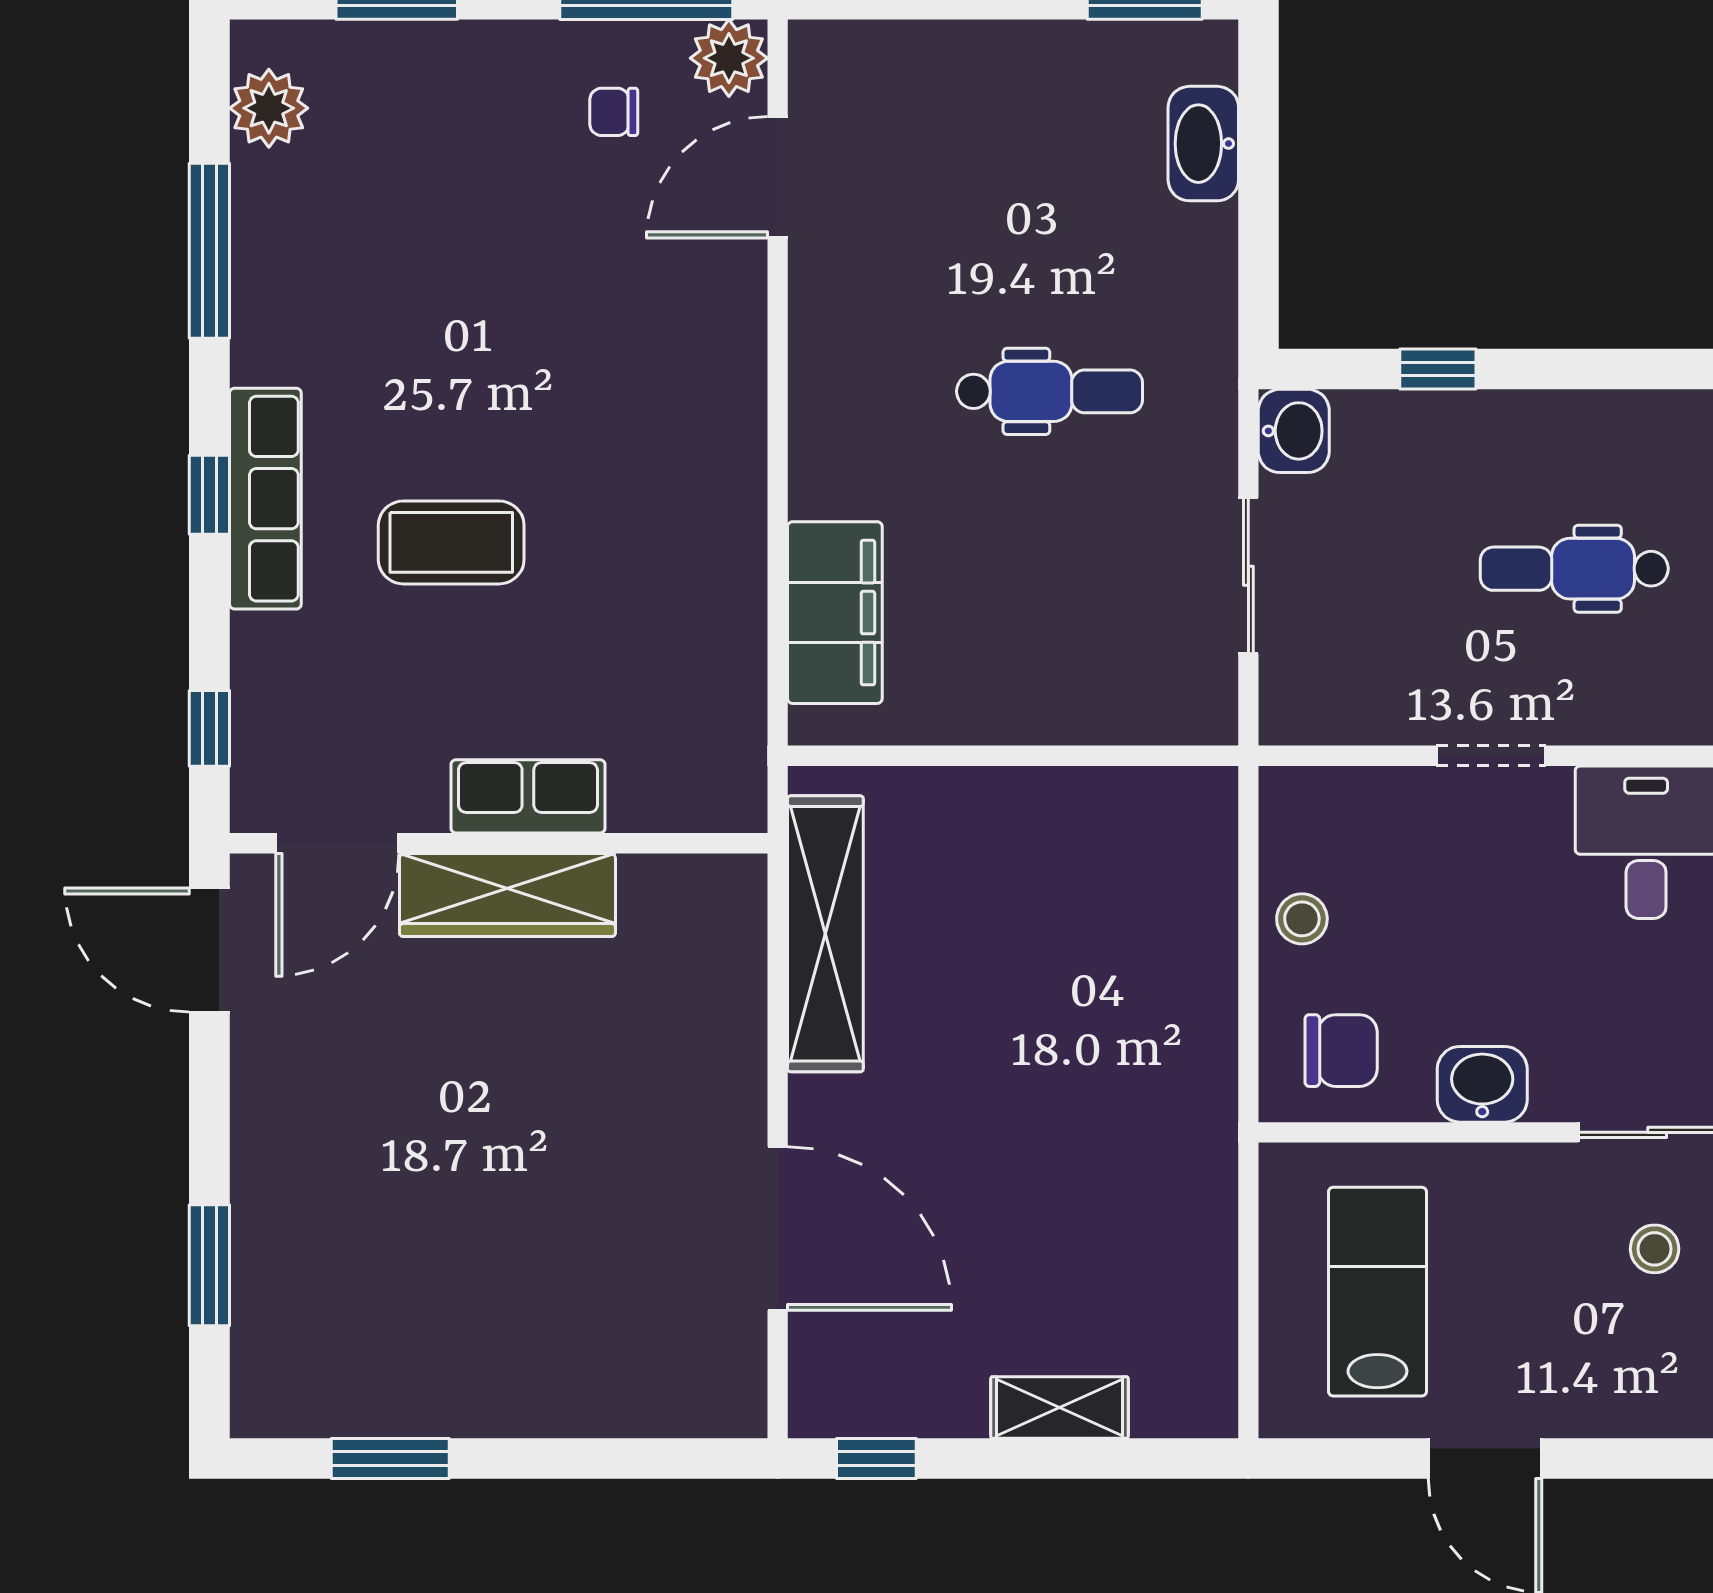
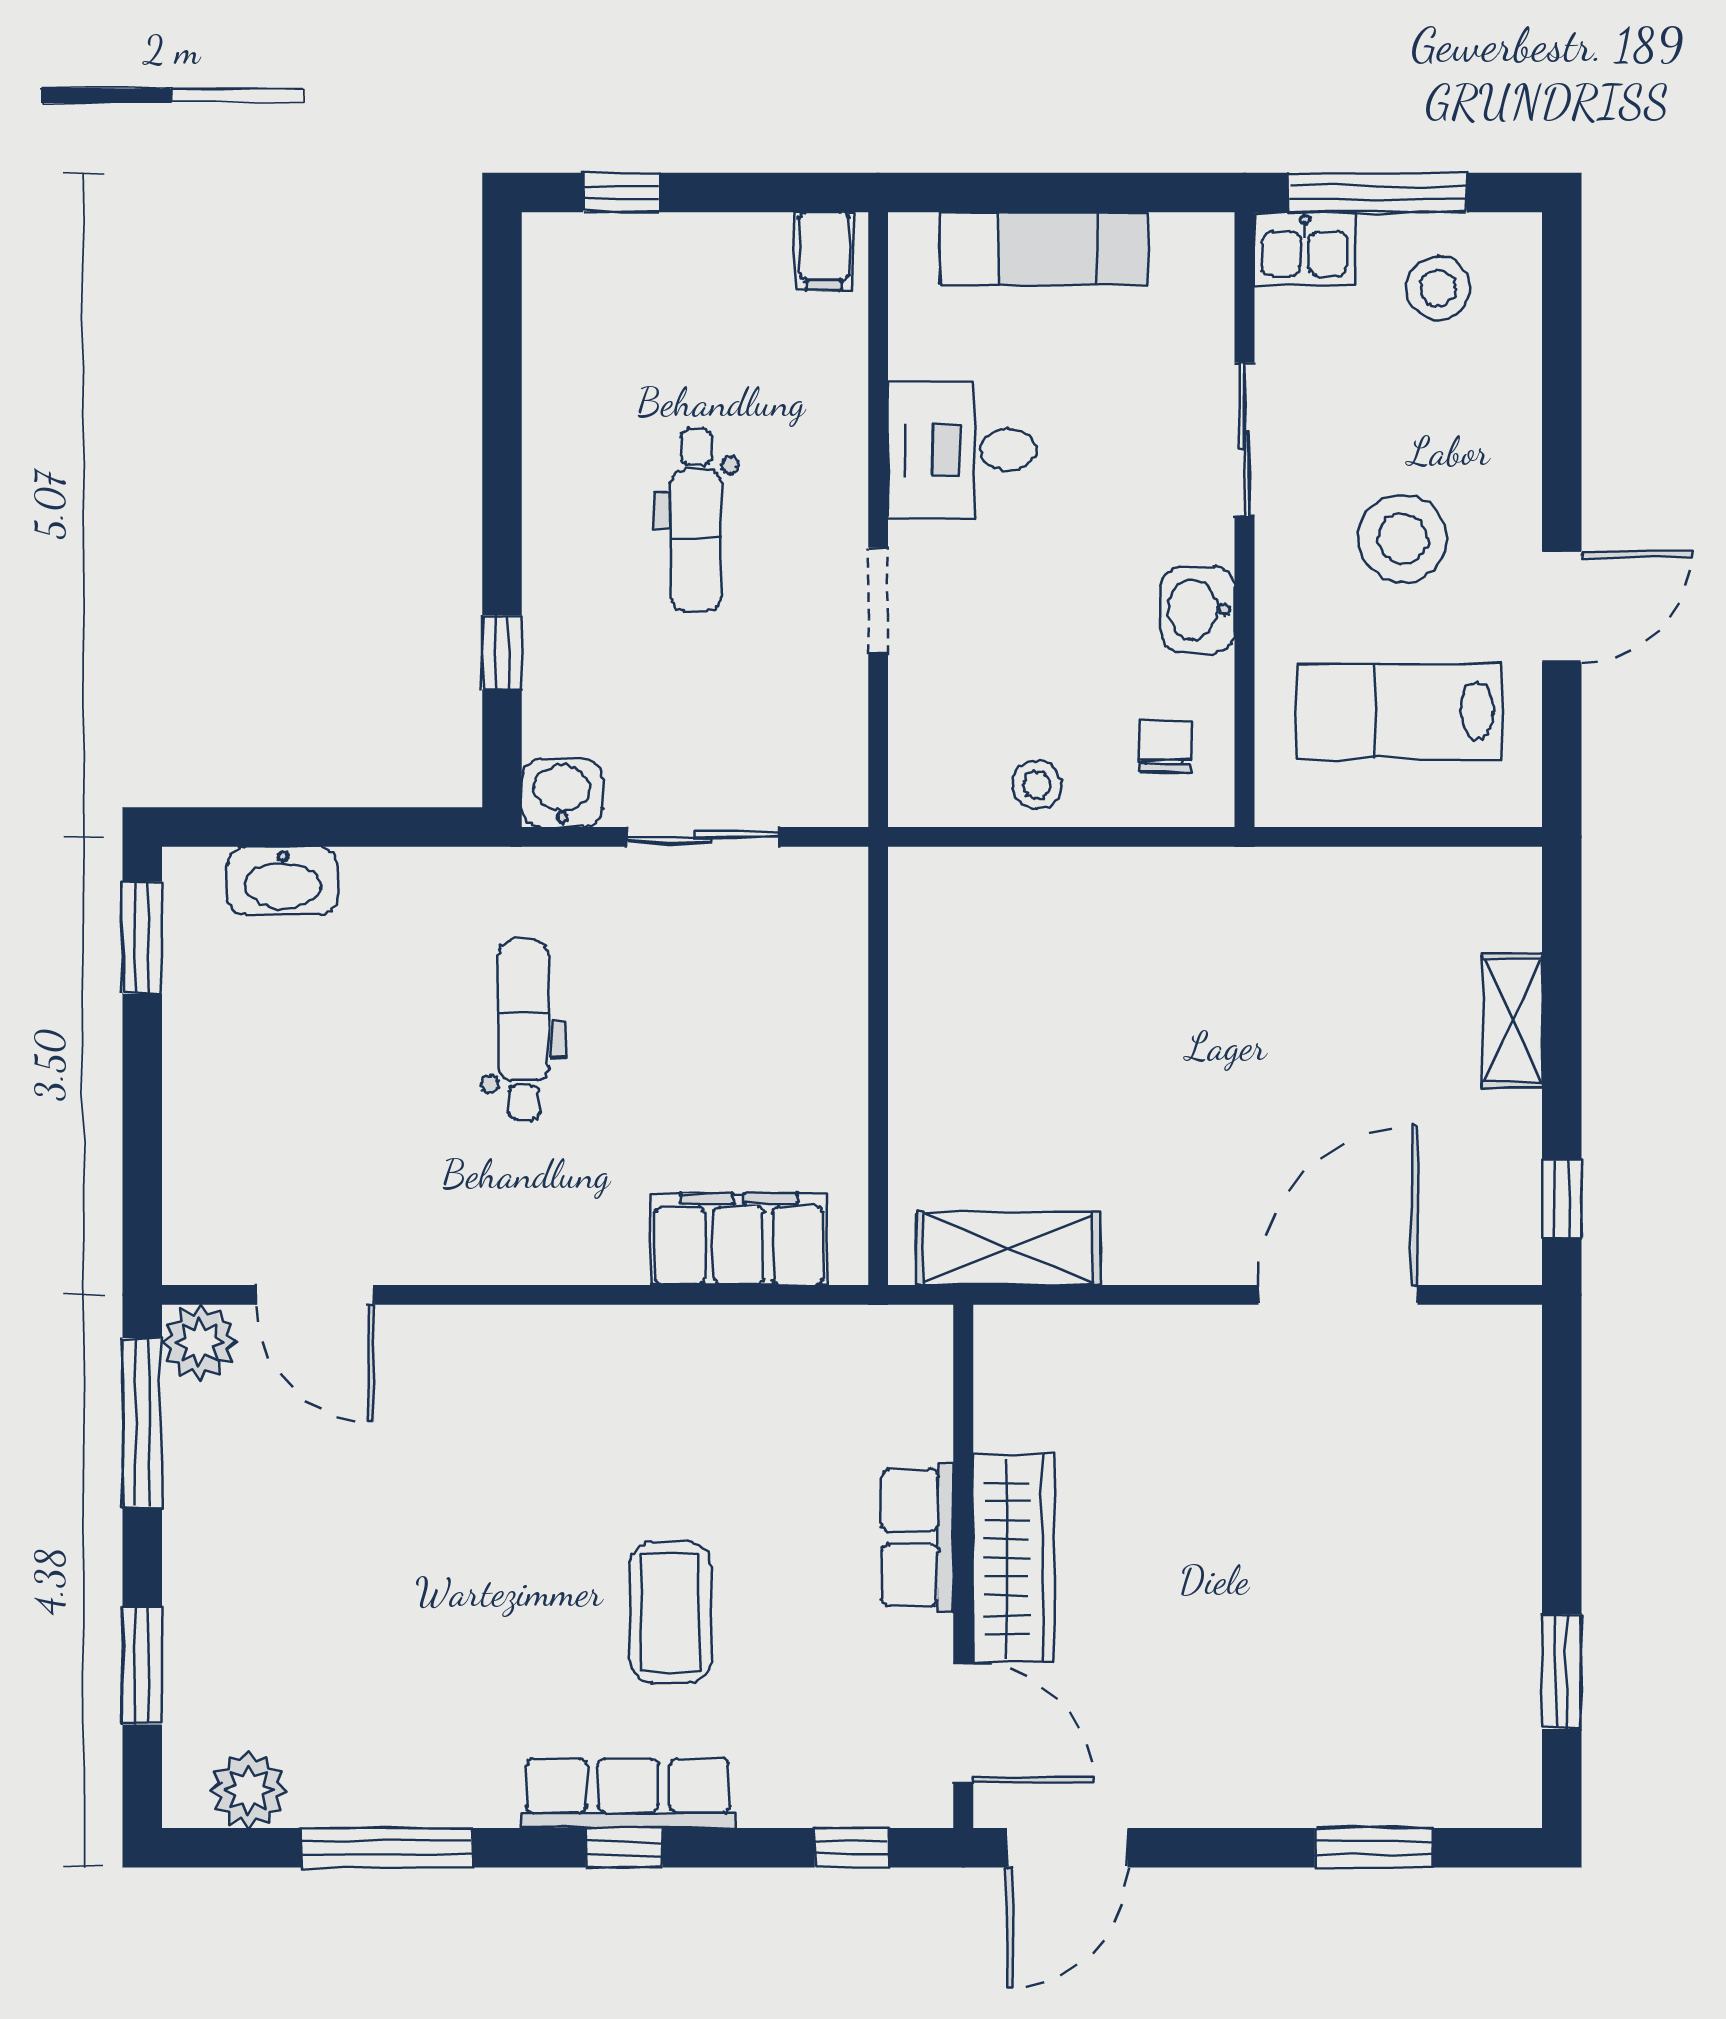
chair: (614, 112) -> (252, 1454), removed
shelving: (825, 934) -> (1009, 1248), width x0.68
chair: (1341, 1051) -> (1165, 747), width x0.73, depth x0.73
stool: (1655, 1249) -> (1403, 538), moved, width x1.89, depth x1.89

